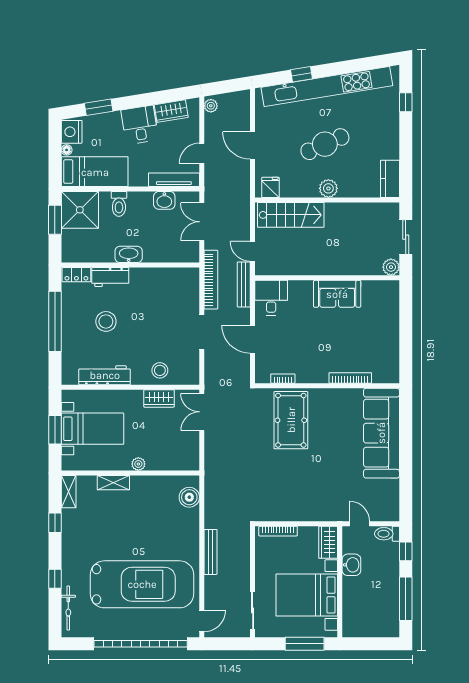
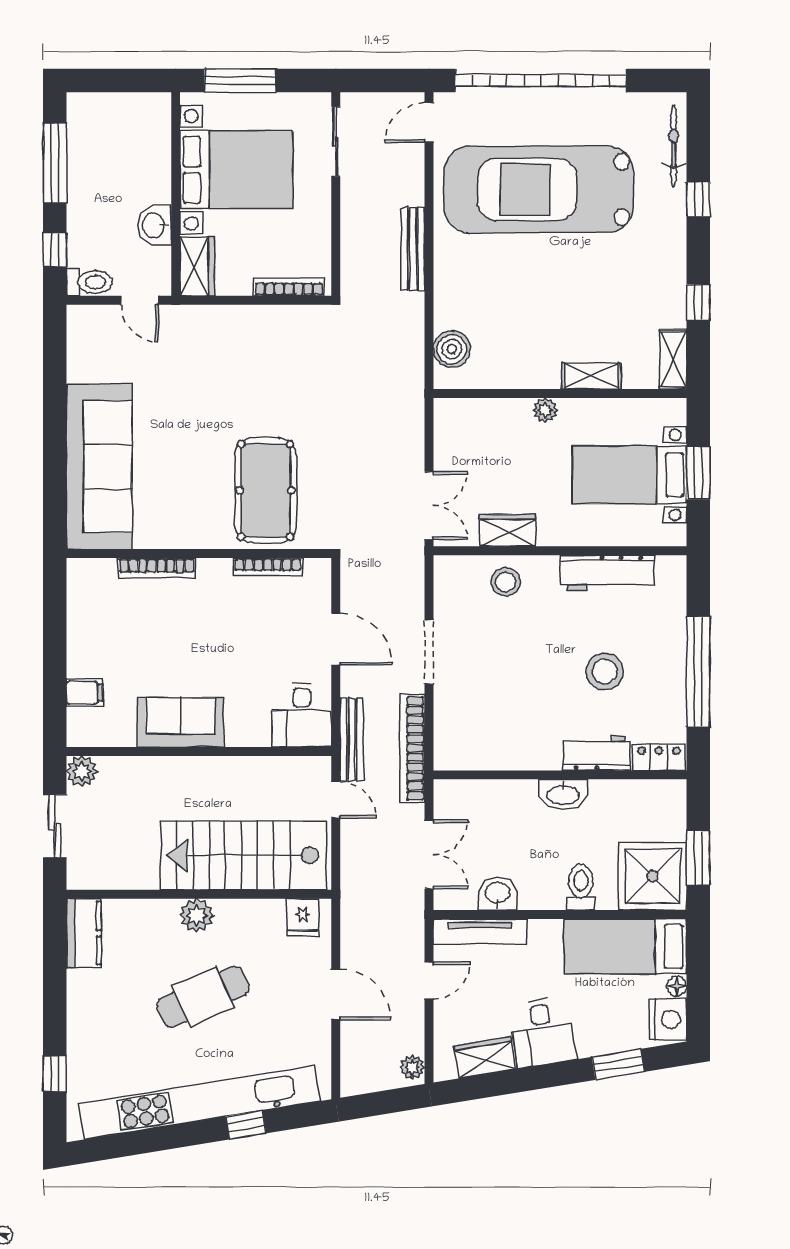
stairs: (291, 215) -> (244, 855), width x1.36, depth x1.51
filing cabinet: (389, 310) -> (85, 692), added
bookcase: (283, 379) -> (268, 567), width x1.56

